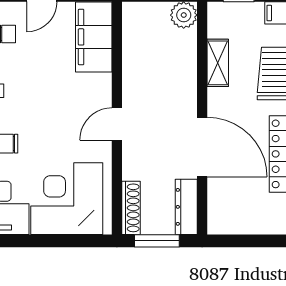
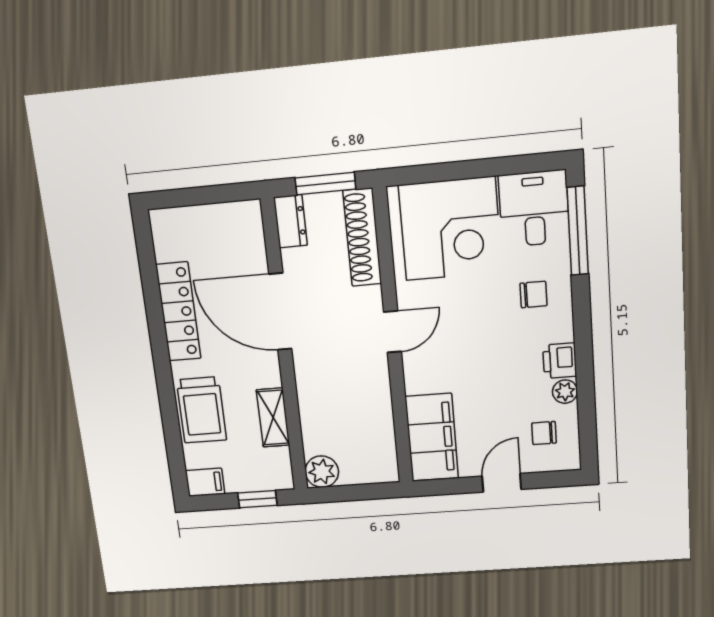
dresser: (186, 207) -> (291, 221), width x0.70
shoe rack: (131, 208) -> (362, 237), width x1.36, depth x1.24

